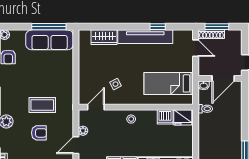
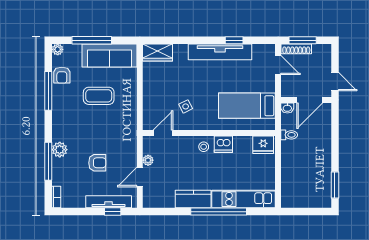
window: (49, 27) -> (92, 40), moved
wardrobe: (104, 37) -> (158, 52), moved
coffee table: (42, 105) -> (99, 96), moved
dishwasher: (165, 117) -> (223, 144), moved

